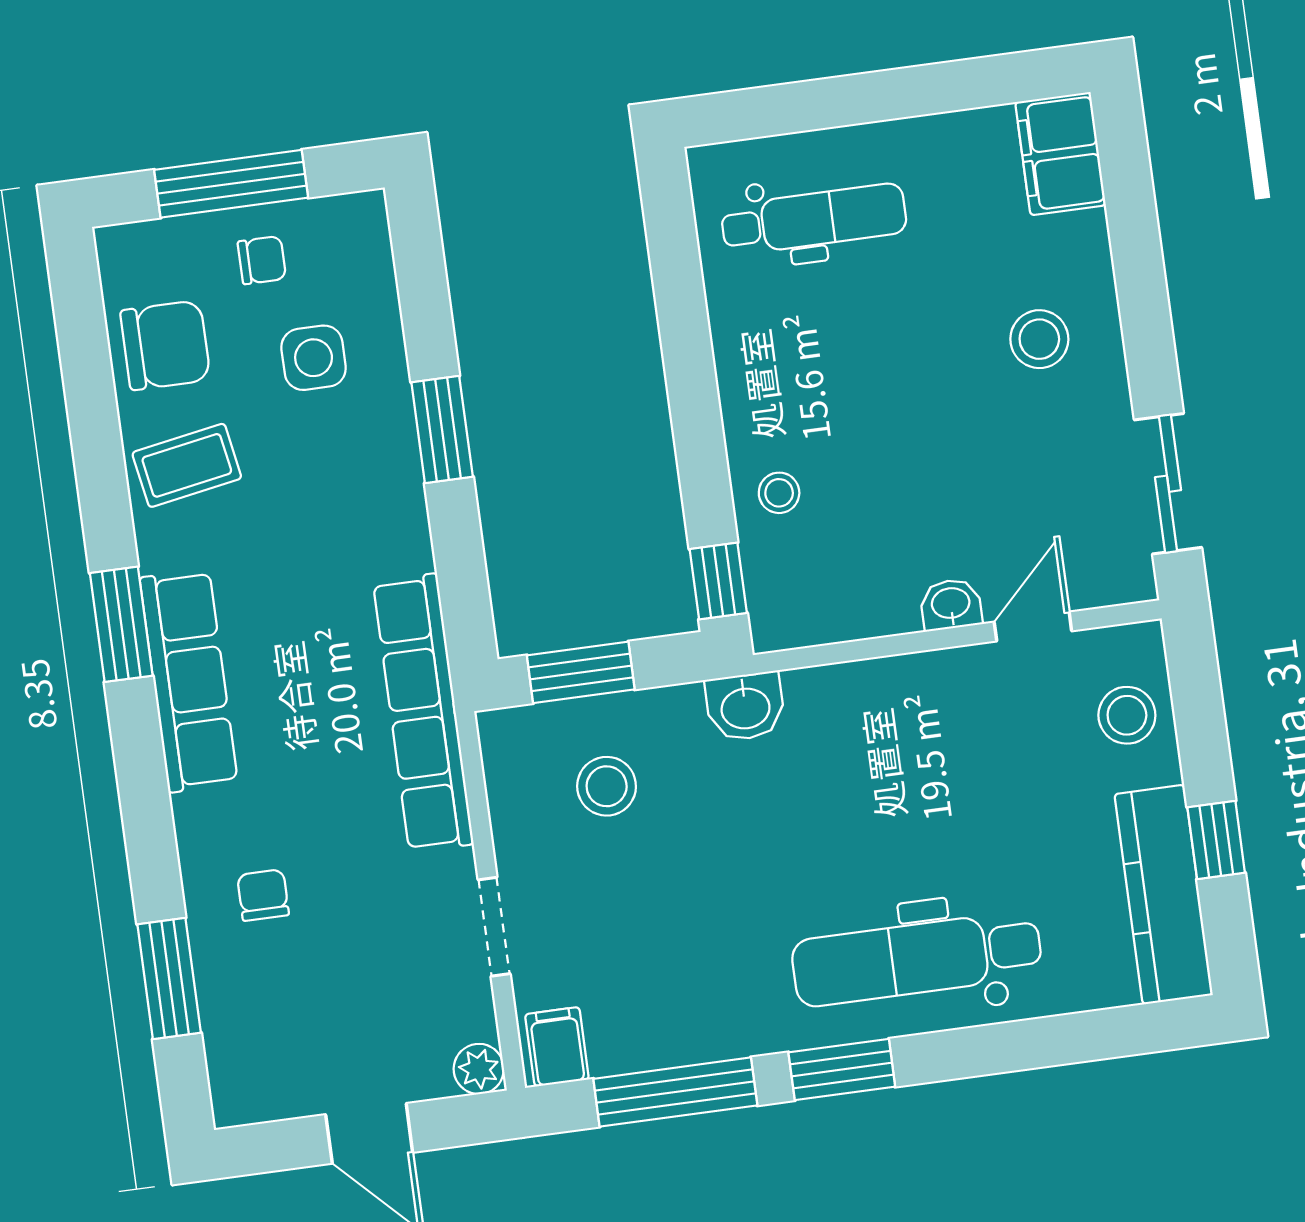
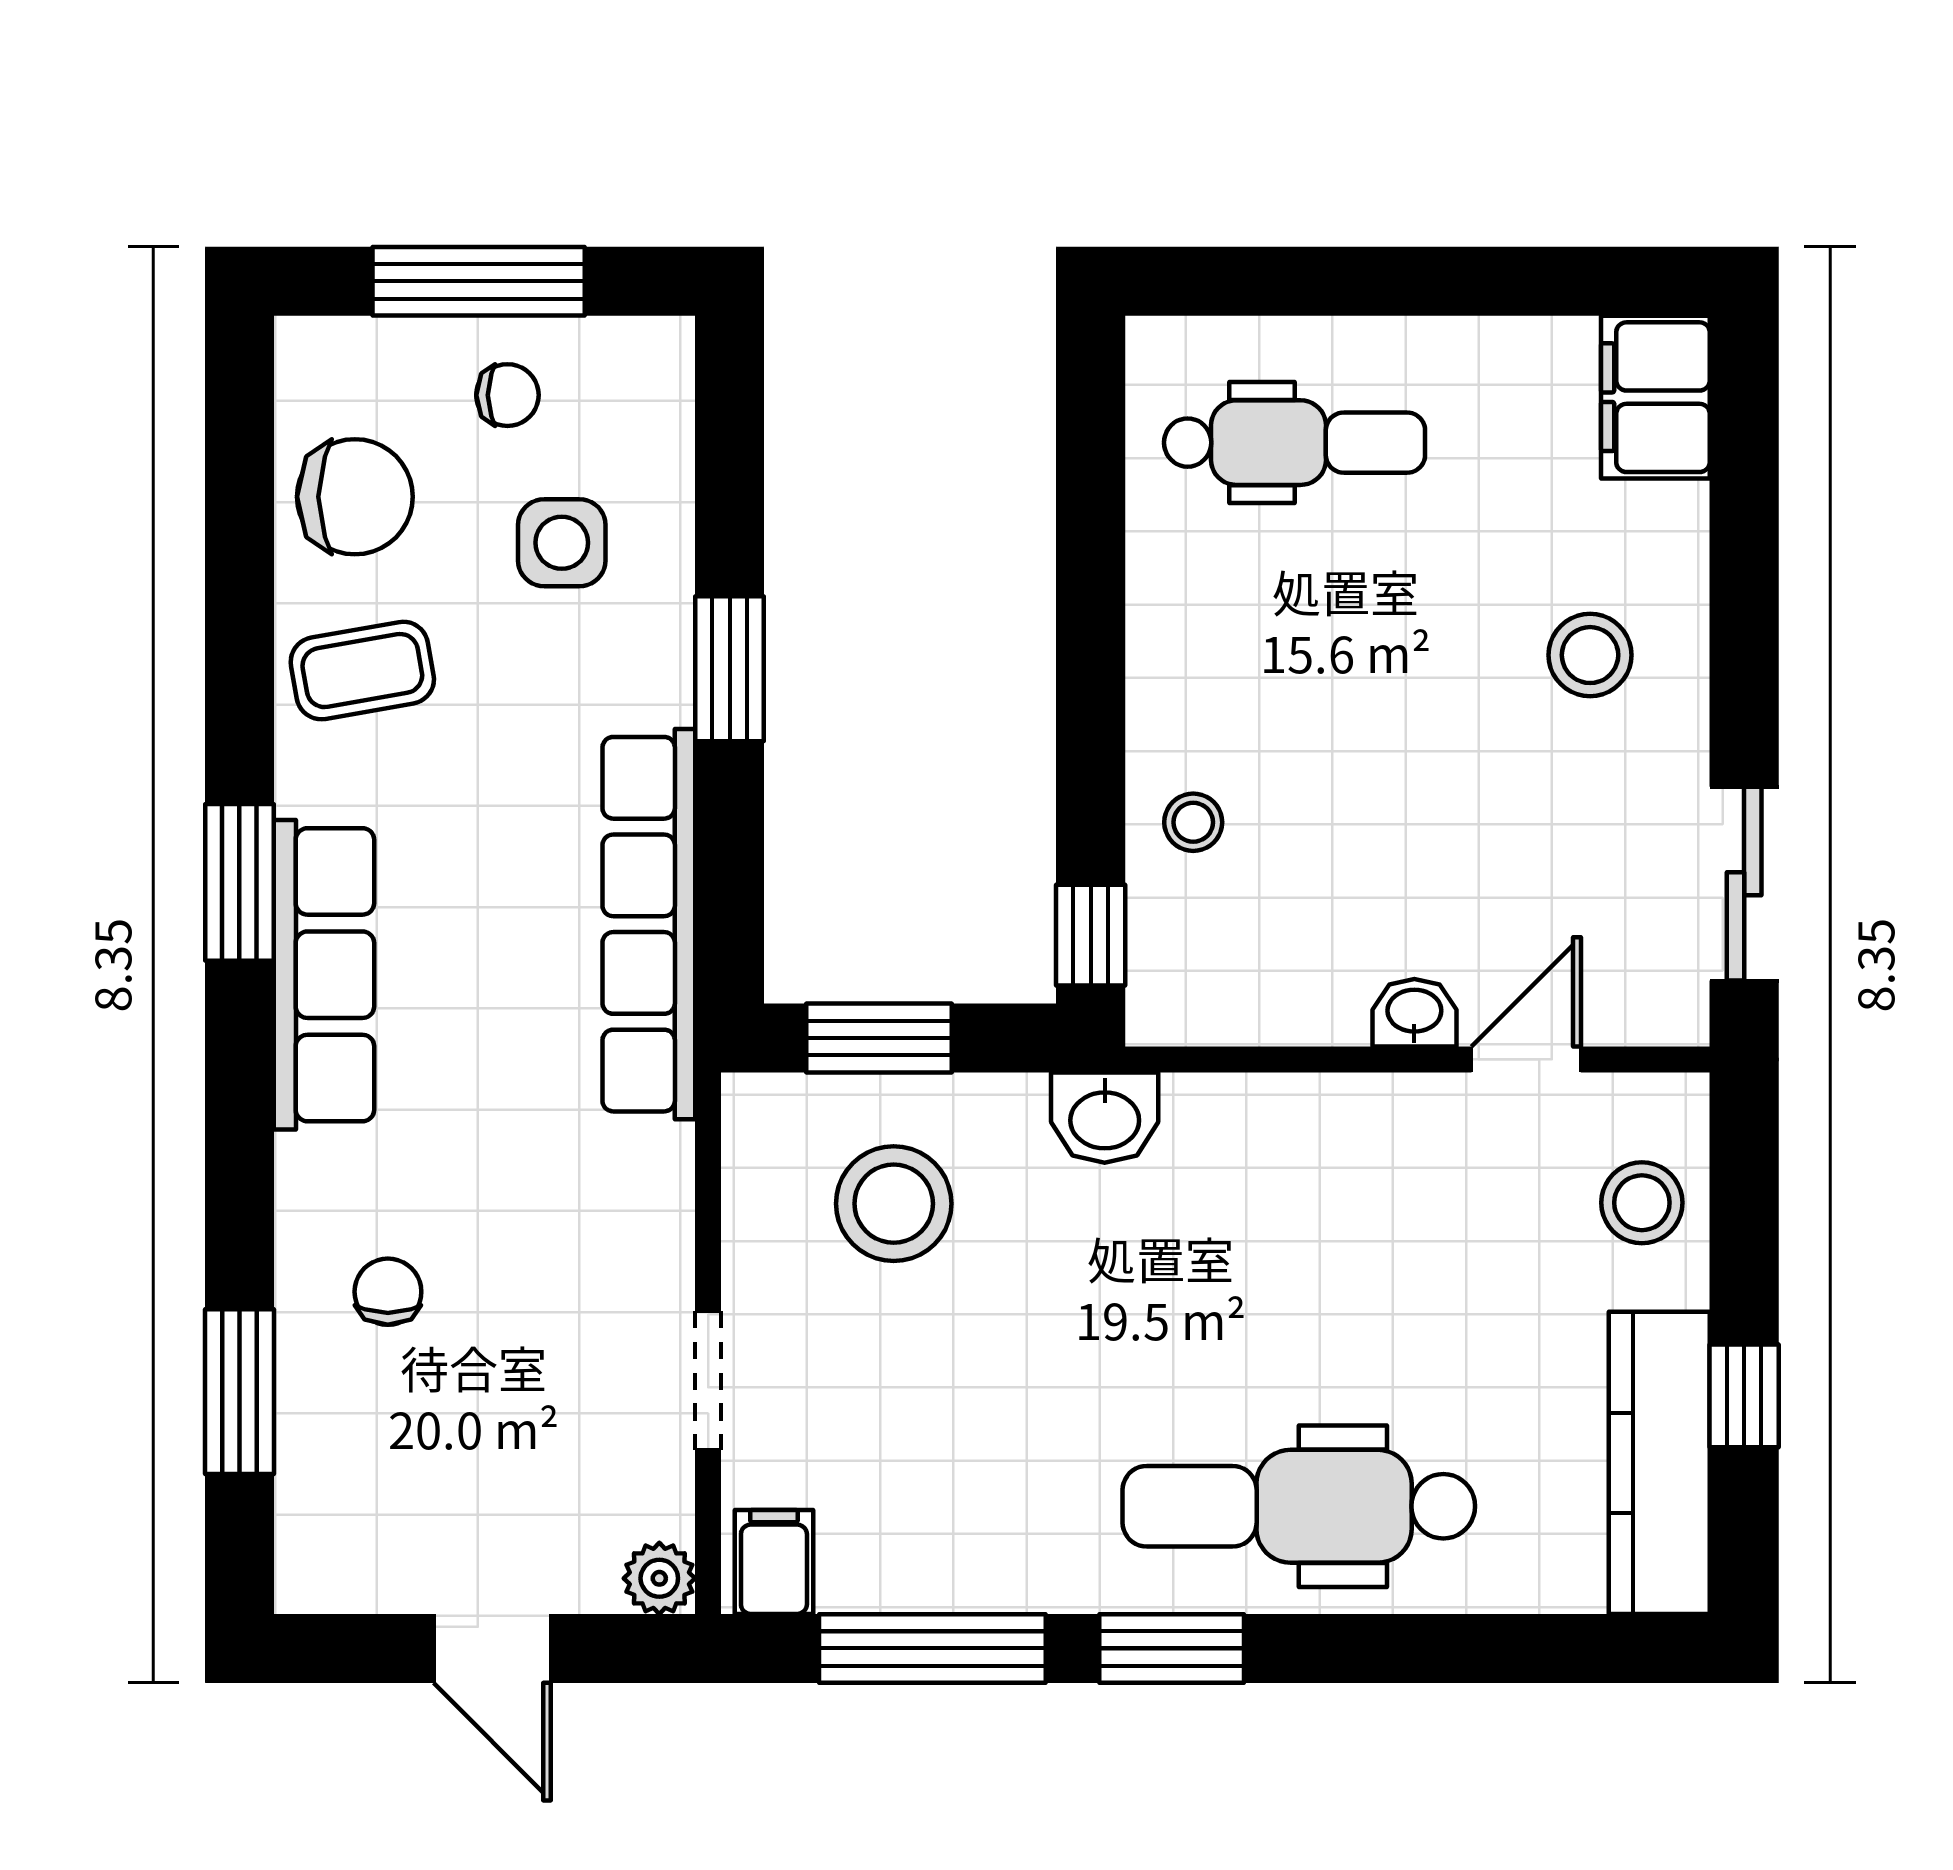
row of seats: (423, 713) -> (649, 924), moved
stool: (607, 786) -> (894, 1204), width x1.38, depth x1.38

